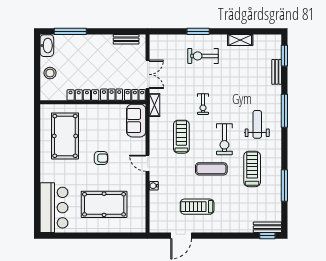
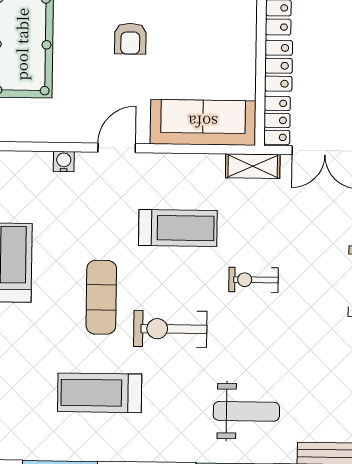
sofa: (136, 121) -> (203, 122), width x1.36
weight bench: (257, 124) -> (246, 411), moved
treadmill: (252, 169) -> (100, 393), turned 180

